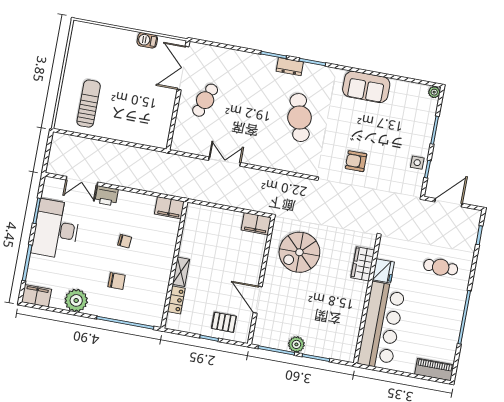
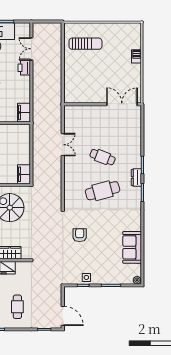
barbecue: (147, 40) -> (136, 56), moved
sofa: (366, 87) -> (132, 247), moved
cafe table: (205, 100) -> (103, 157), moved
door: (448, 203) -> (63, 316), moved

